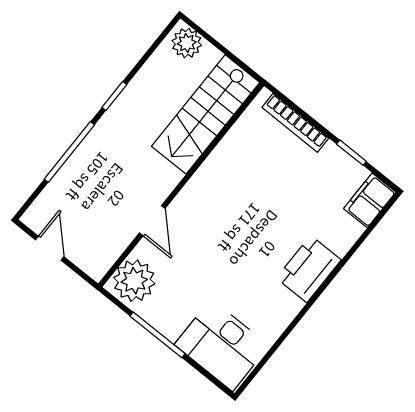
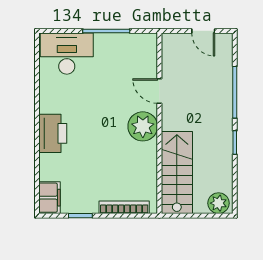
plant: (134, 281) -> (143, 126), moved

